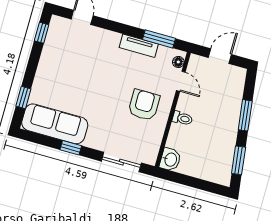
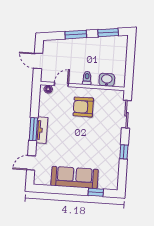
window: (42, 33) -> (48, 189), removed
window: (159, 39) -> (33, 129), moved
tv unit: (139, 46) -> (42, 130), moved
sofa: (55, 124) -> (75, 177), moved, turned 90
washbasin: (170, 160) -> (107, 80), moved

